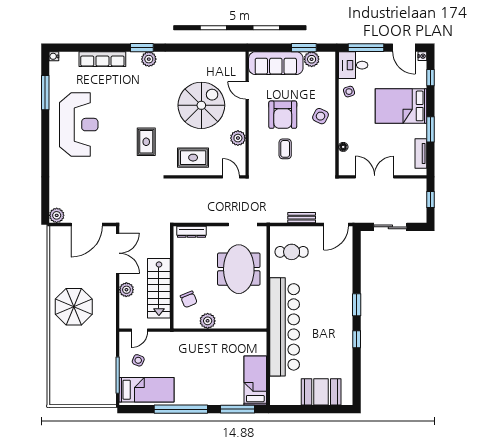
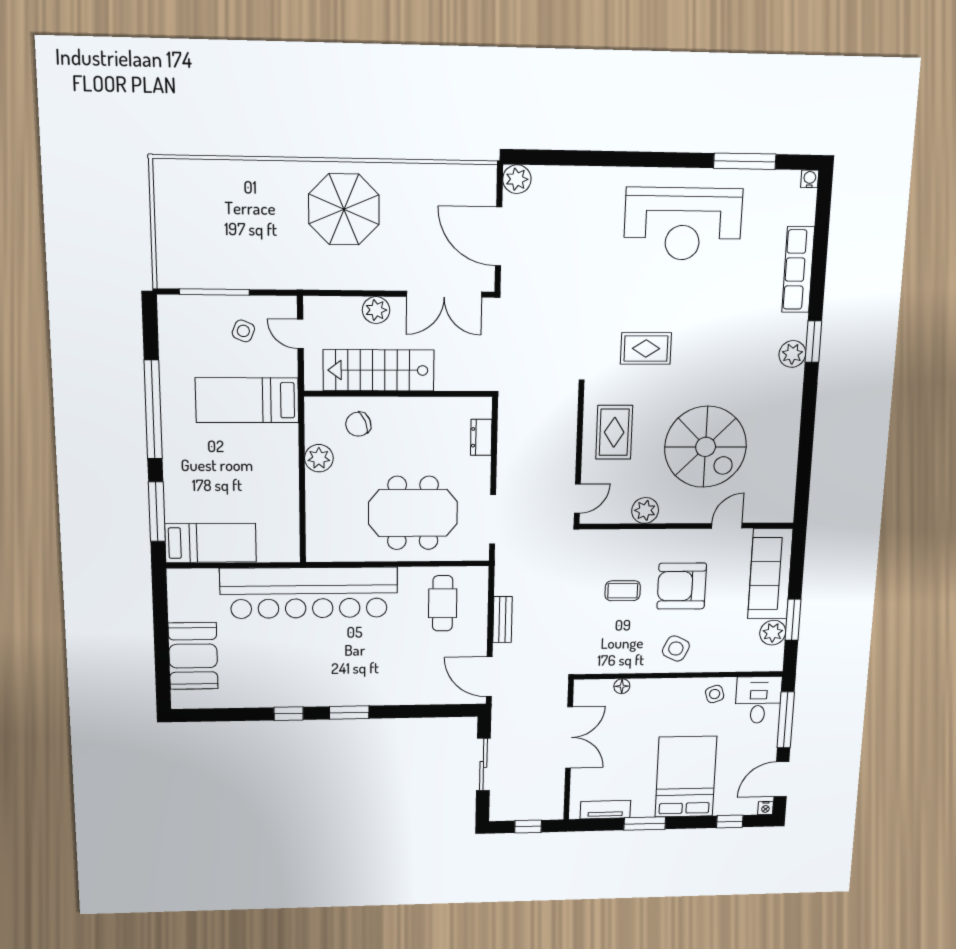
dresser: (191, 232) -> (481, 437), width x0.70
bed: (147, 390) -> (247, 400), moved, turned 90

